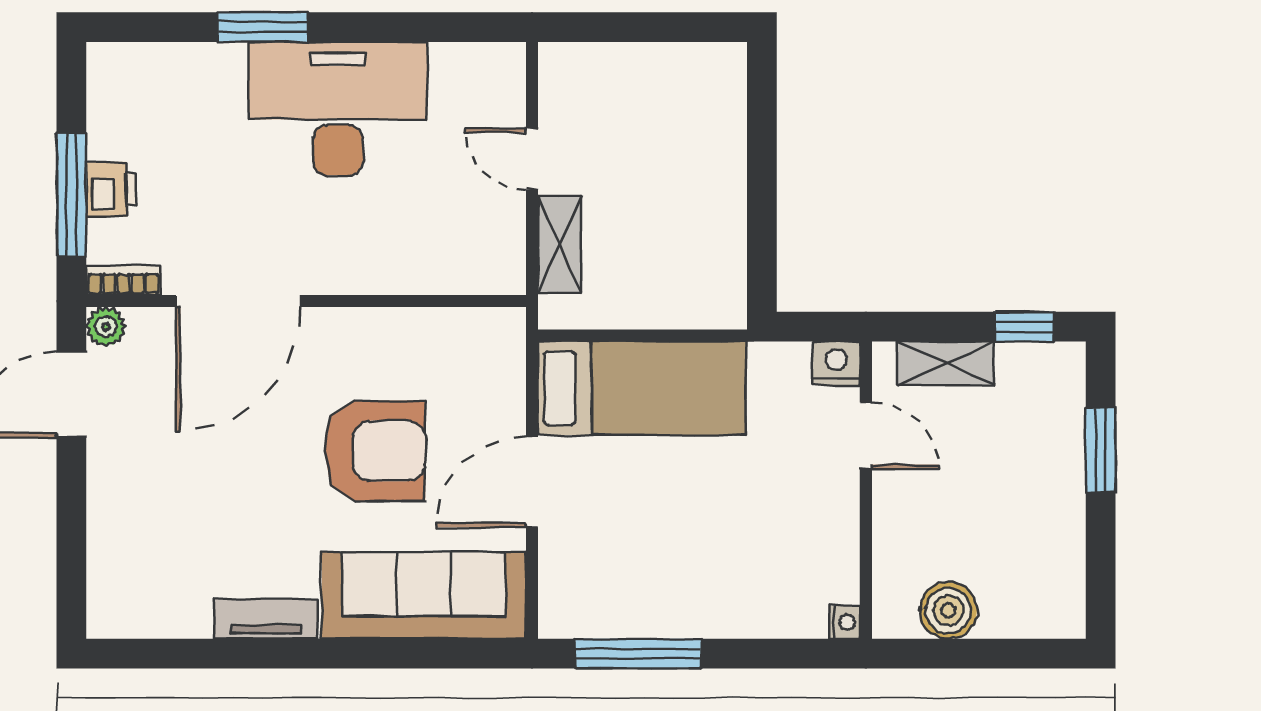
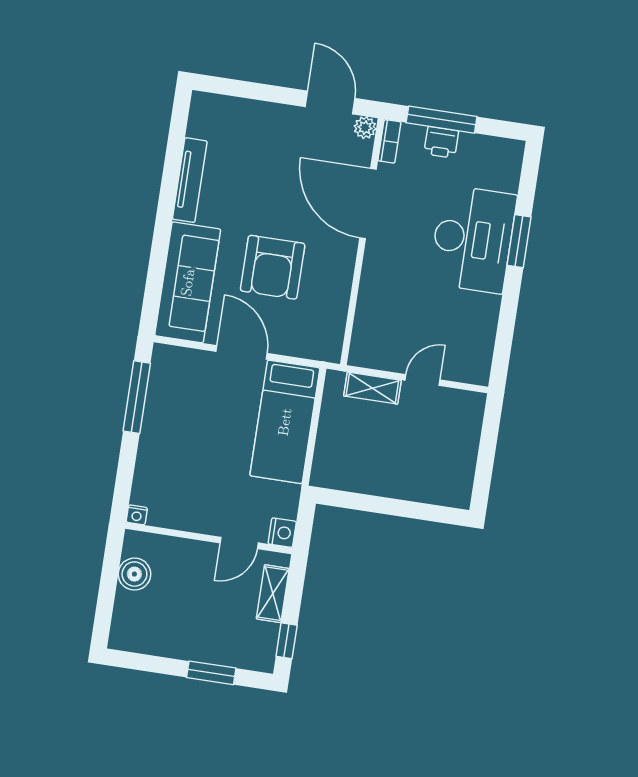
desk: (338, 109) -> (473, 239), moved
tv unit: (266, 619) -> (190, 180), width x1.41

